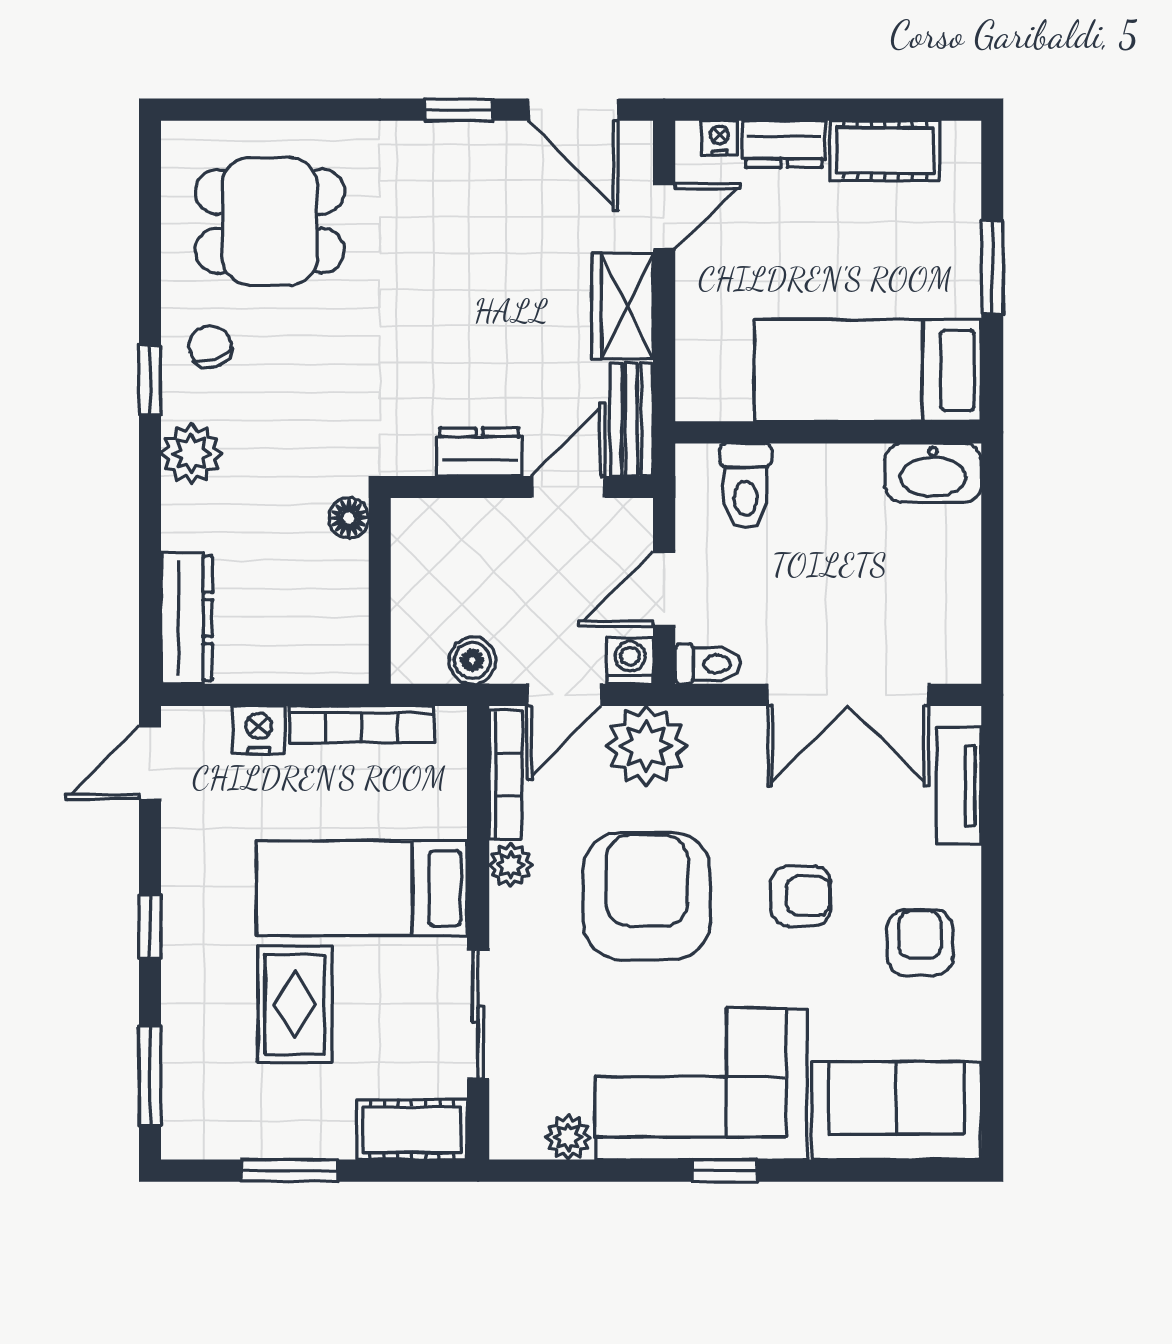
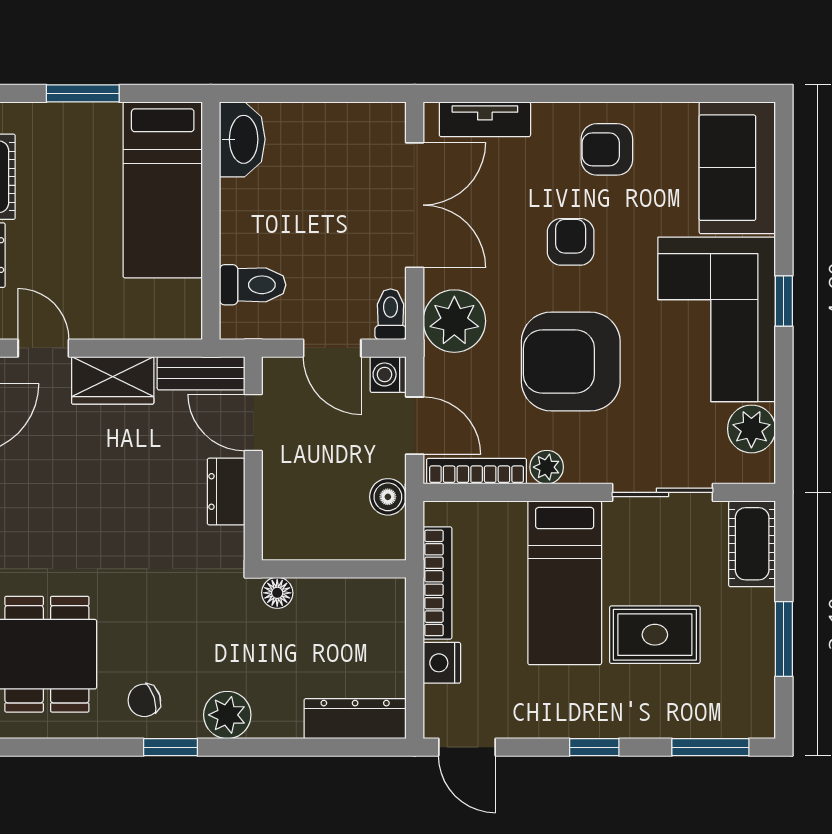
plant: (646, 746) -> (454, 321), moved
plant: (568, 1137) -> (751, 429), width x1.38, depth x1.38

